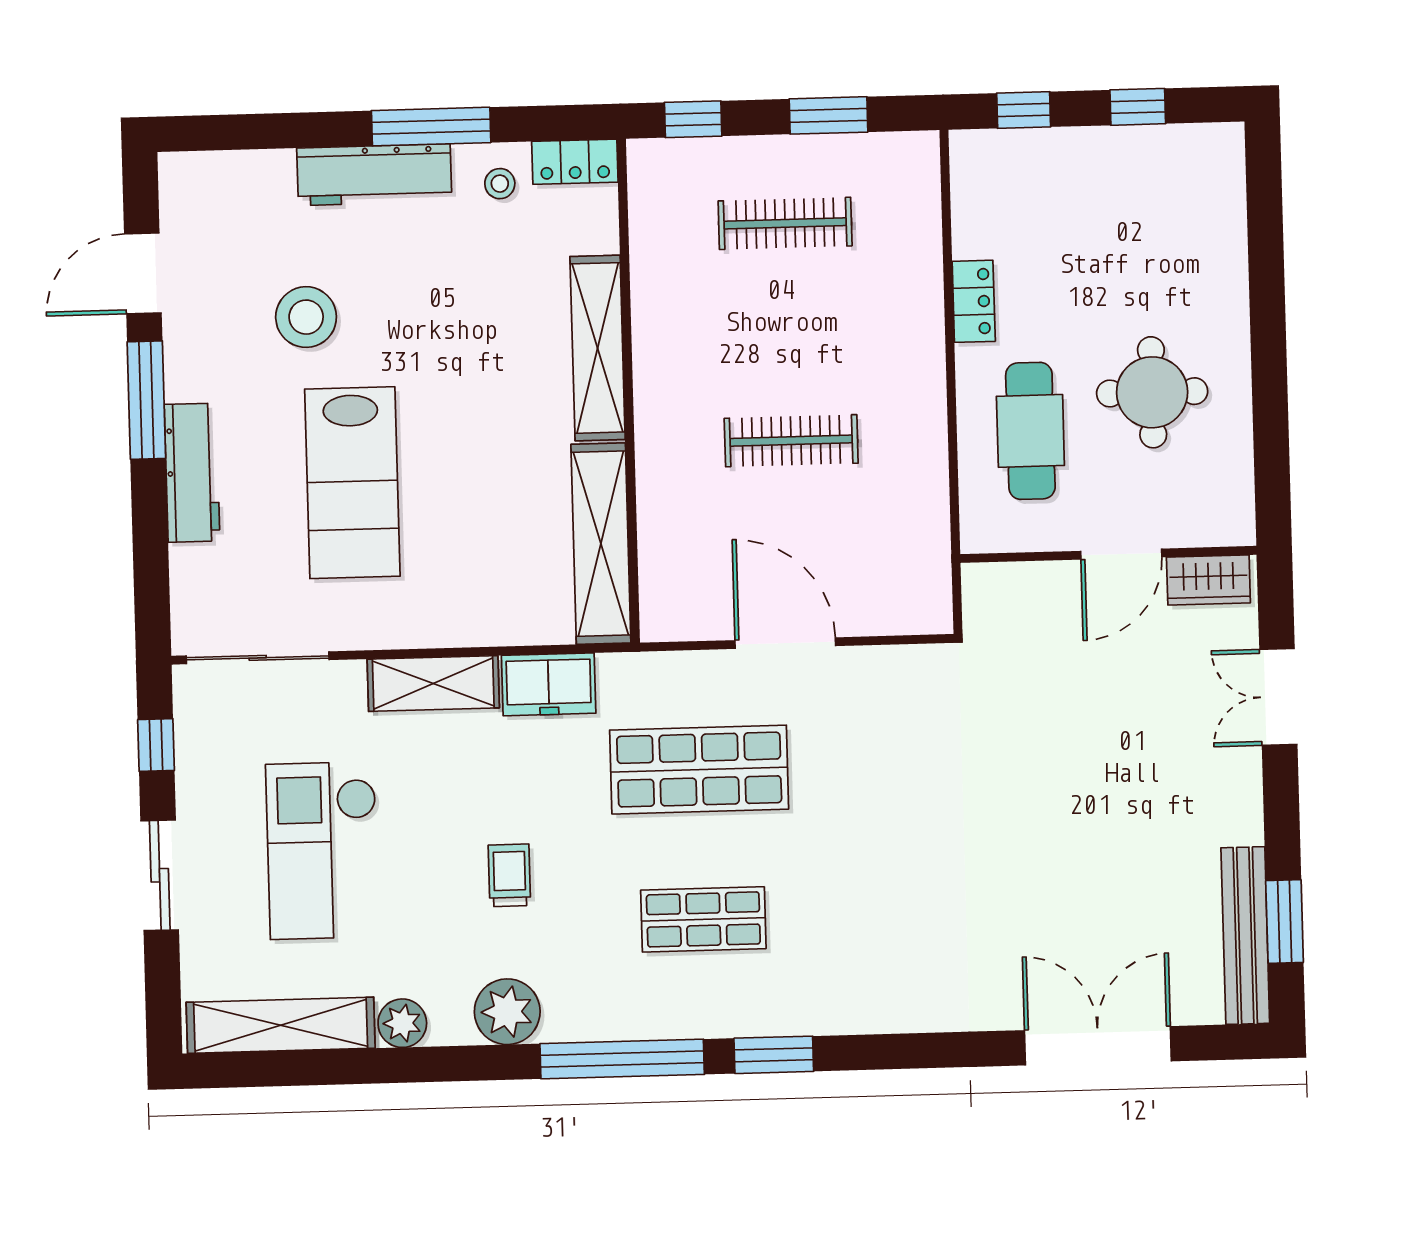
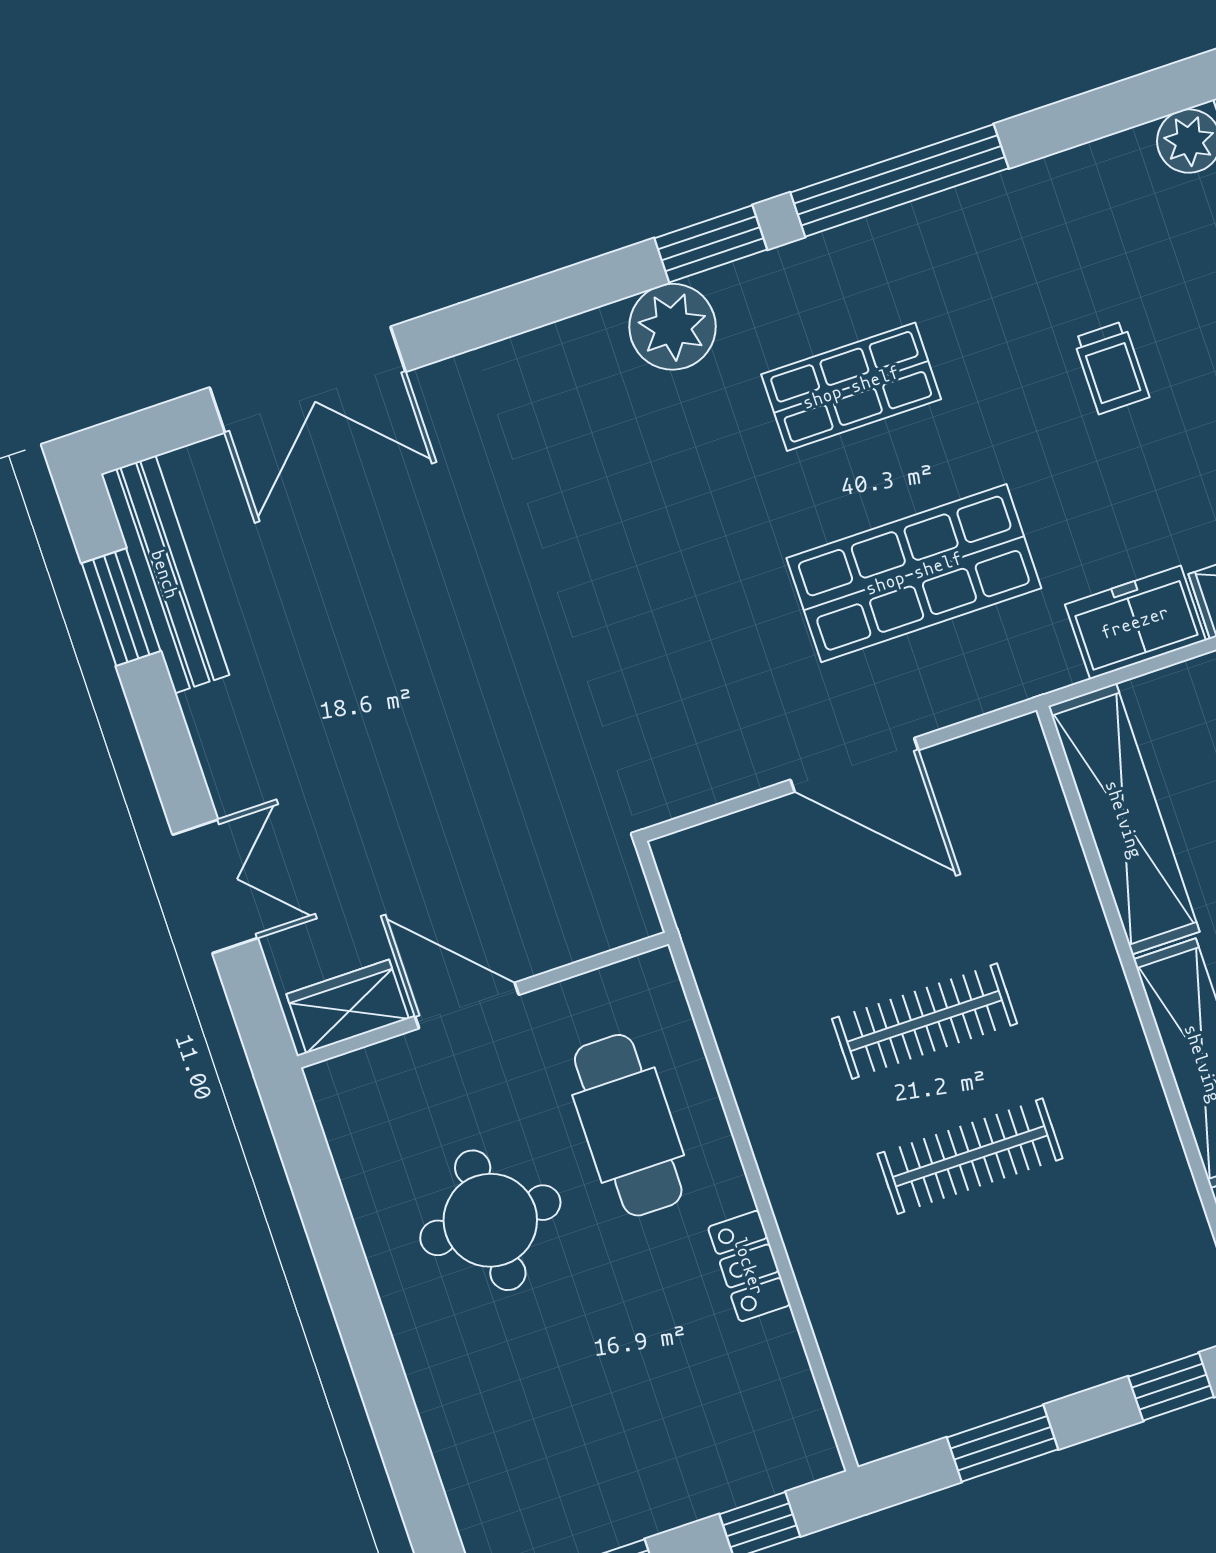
clothes rail: (785, 223) -> (970, 1156), moved
door: (1121, 554) -> (467, 1005), hinge flipped
plant: (507, 1012) -> (673, 327), moved

